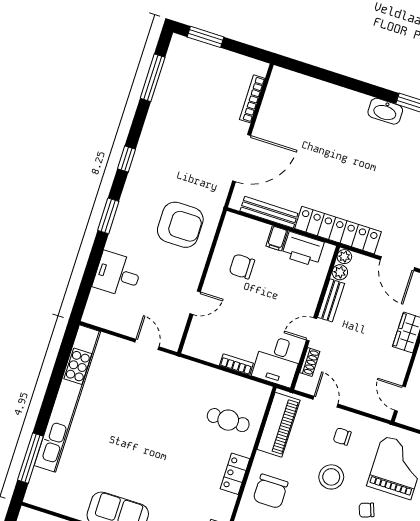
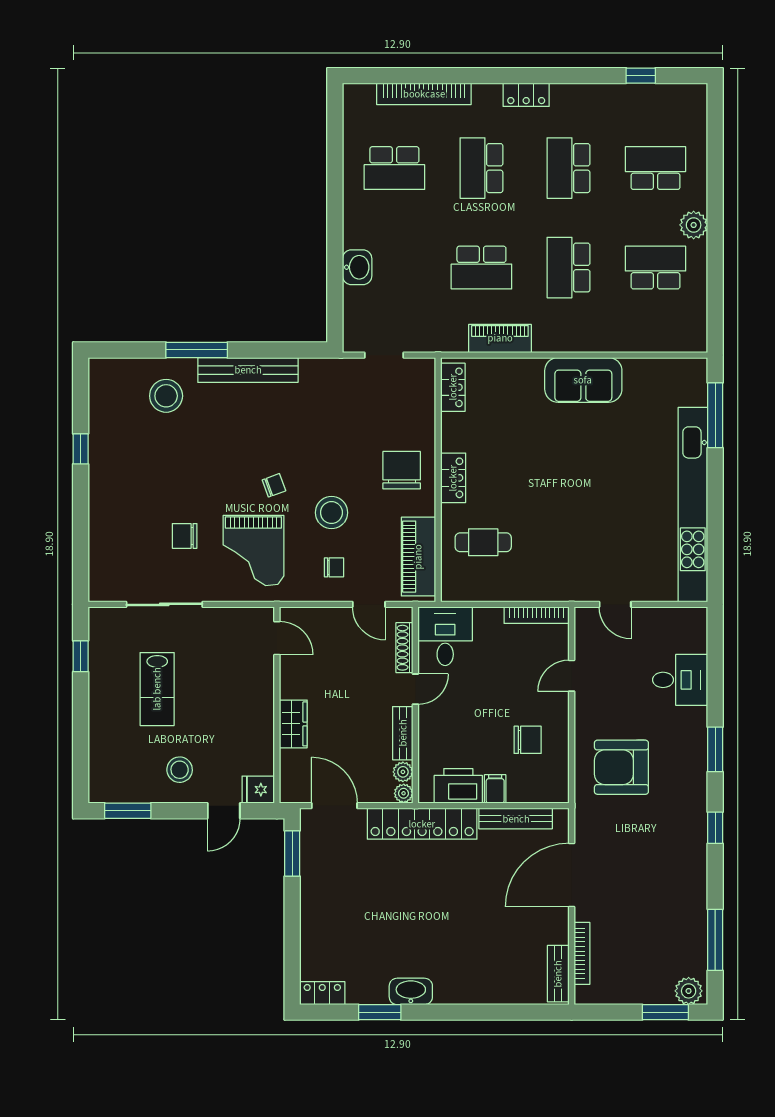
plant: (184, 47) -> (689, 991), added
bench: (274, 90) -> (558, 974), added
shoe rack: (310, 362) -> (404, 648), width x1.43
bookcase: (236, 364) -> (537, 615), moved, width x1.56

